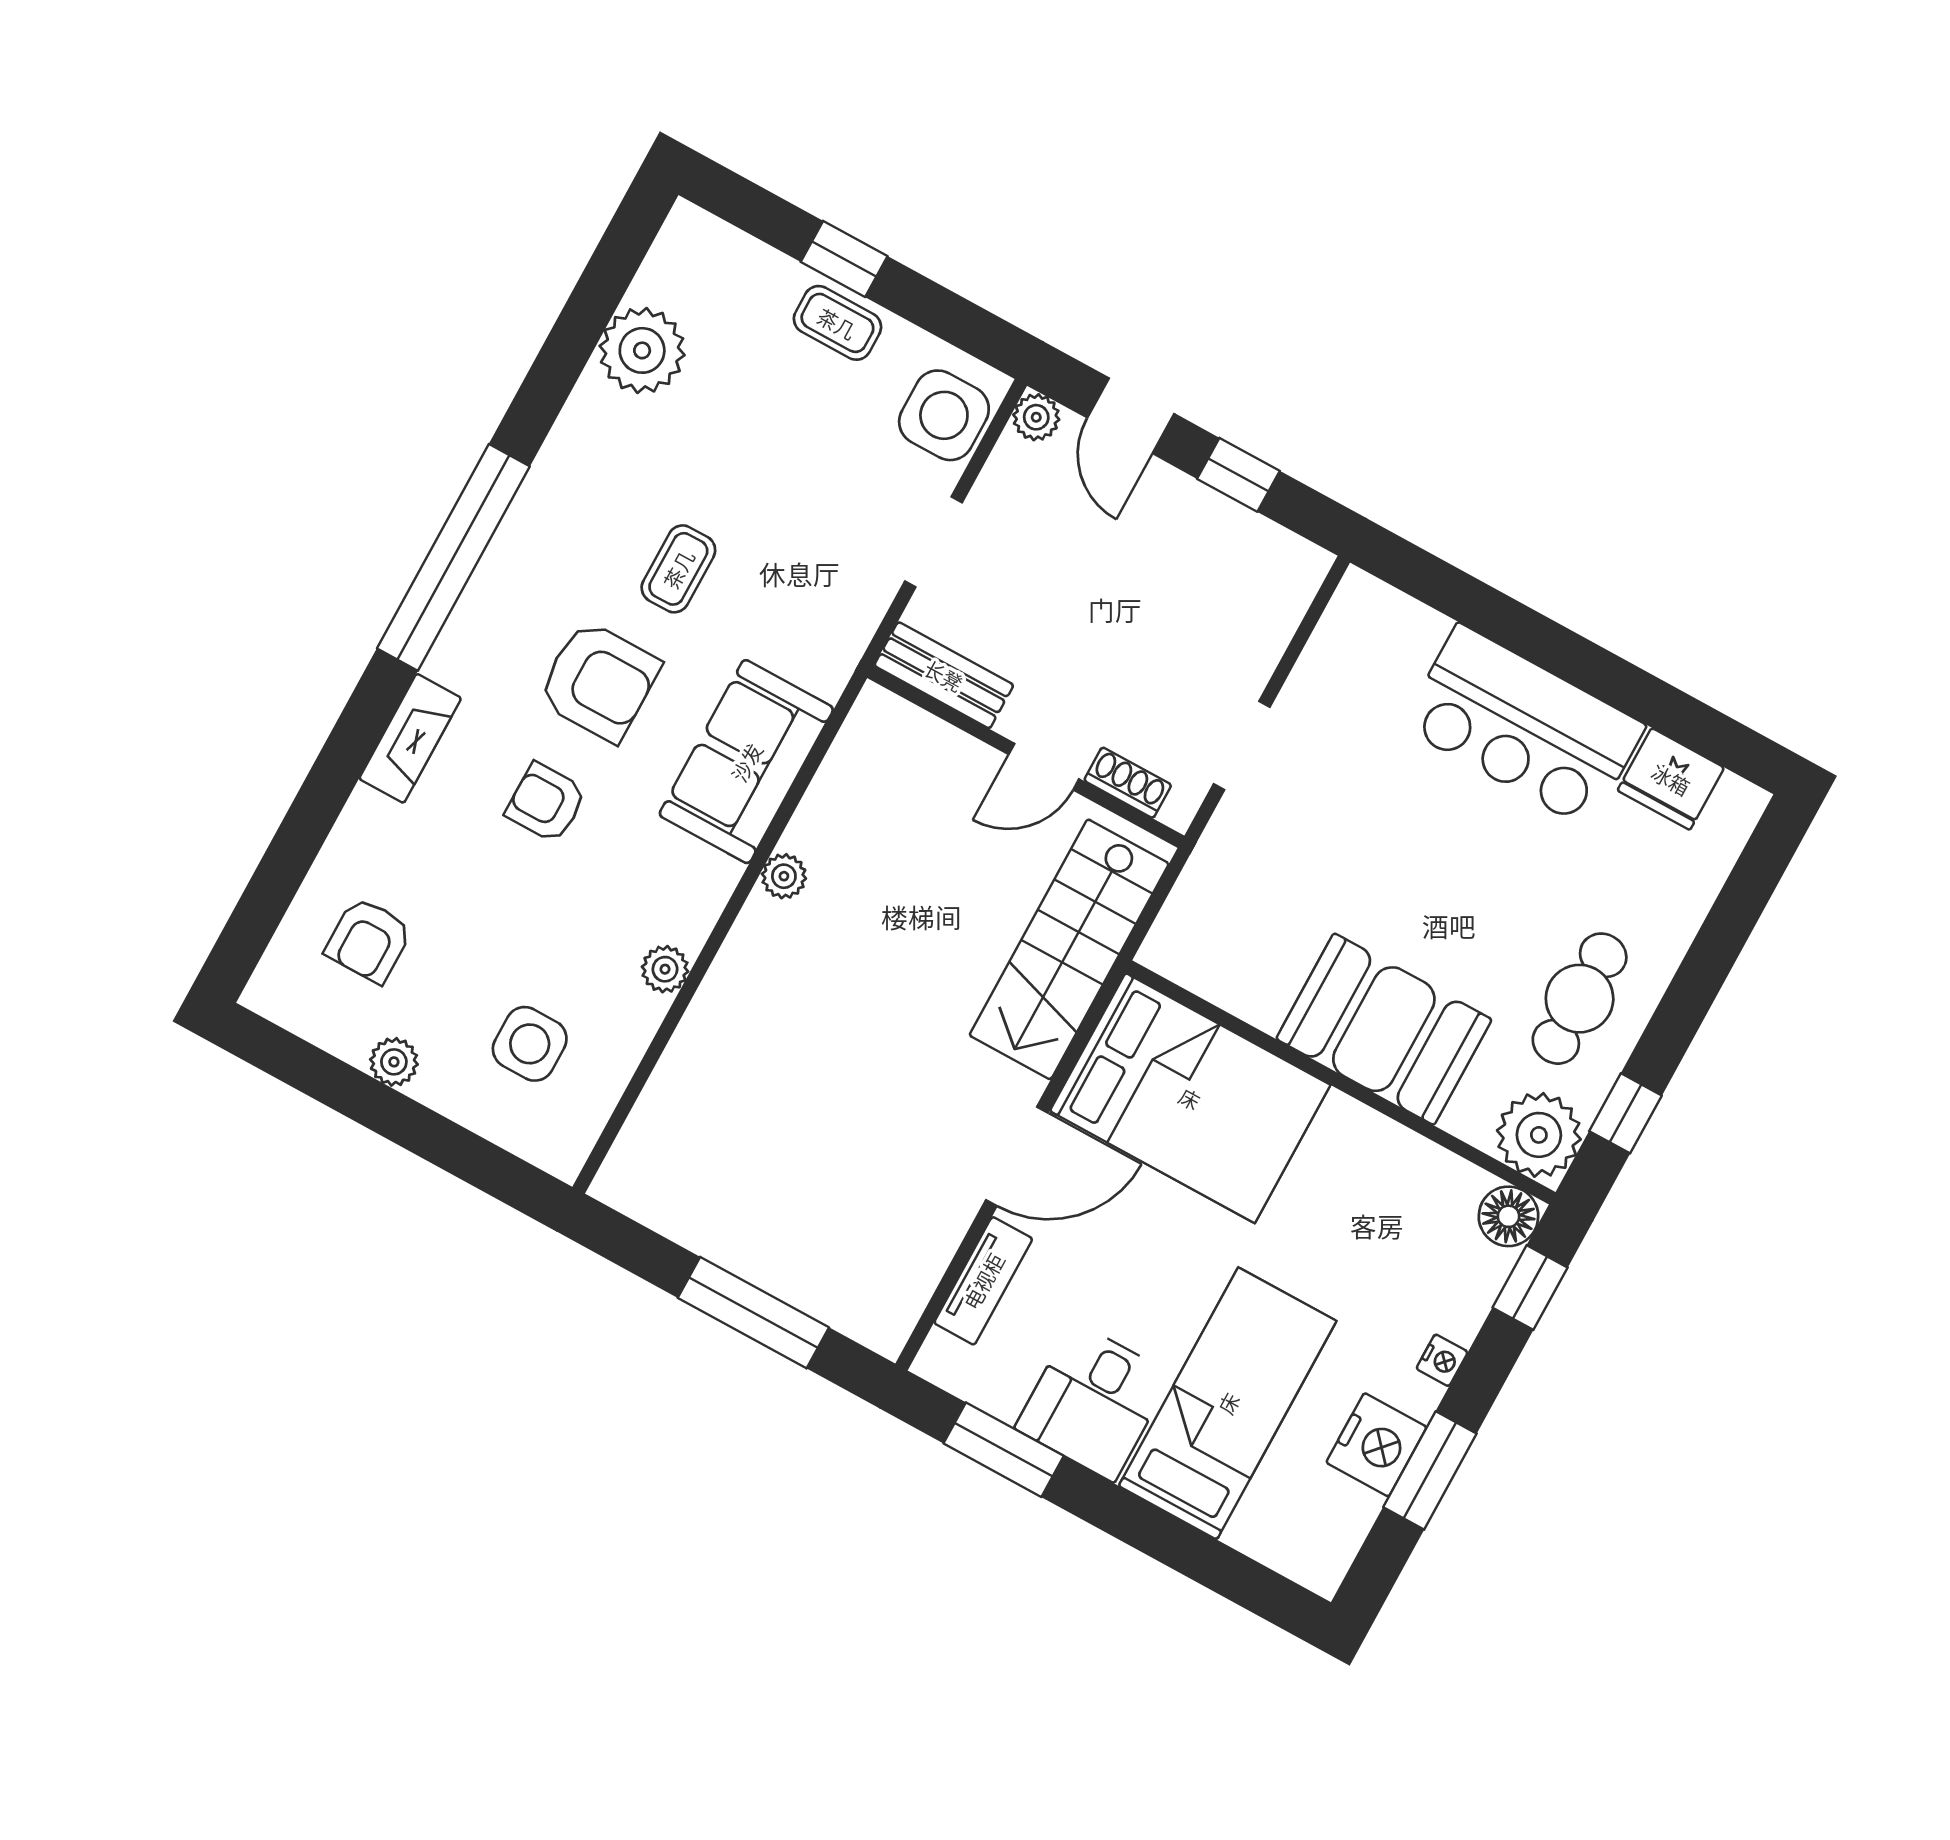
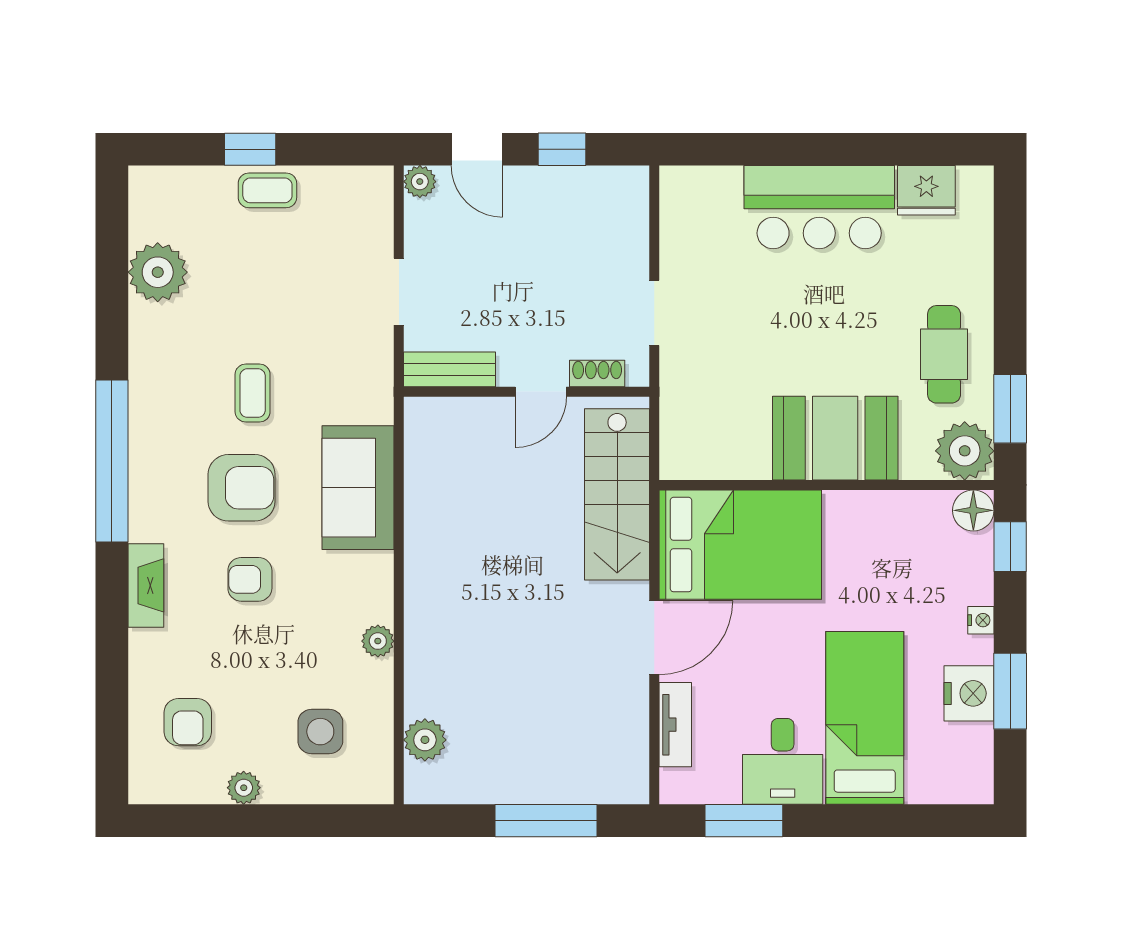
side table: (944, 415) -> (363, 211), removed
plant: (784, 876) -> (425, 740), moved, width x1.38, depth x1.38
window: (1625, 1113) -> (1010, 409), width x1.50

